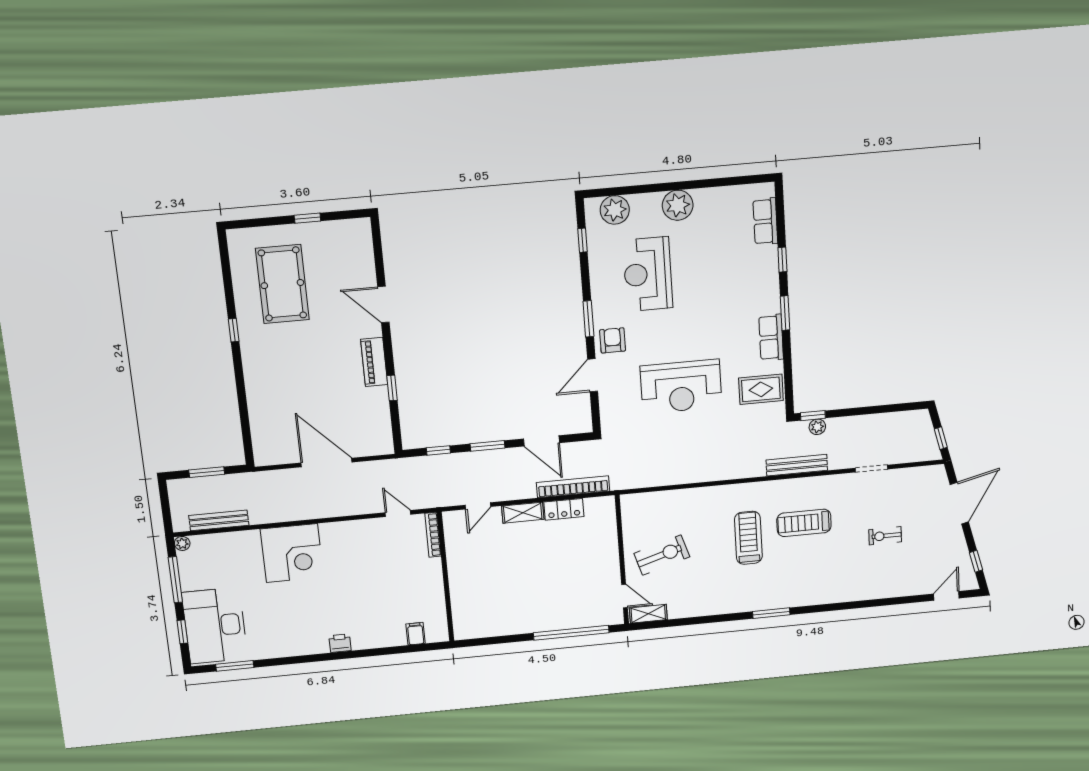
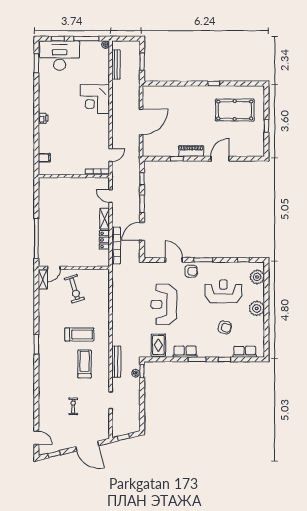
armchair: (719, 265) -> (225, 327), added

